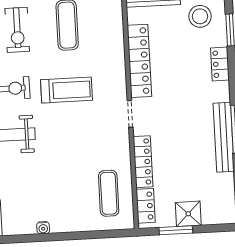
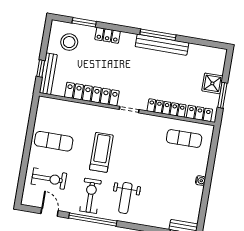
water cooler: (43, 228) -> (201, 181), moved

